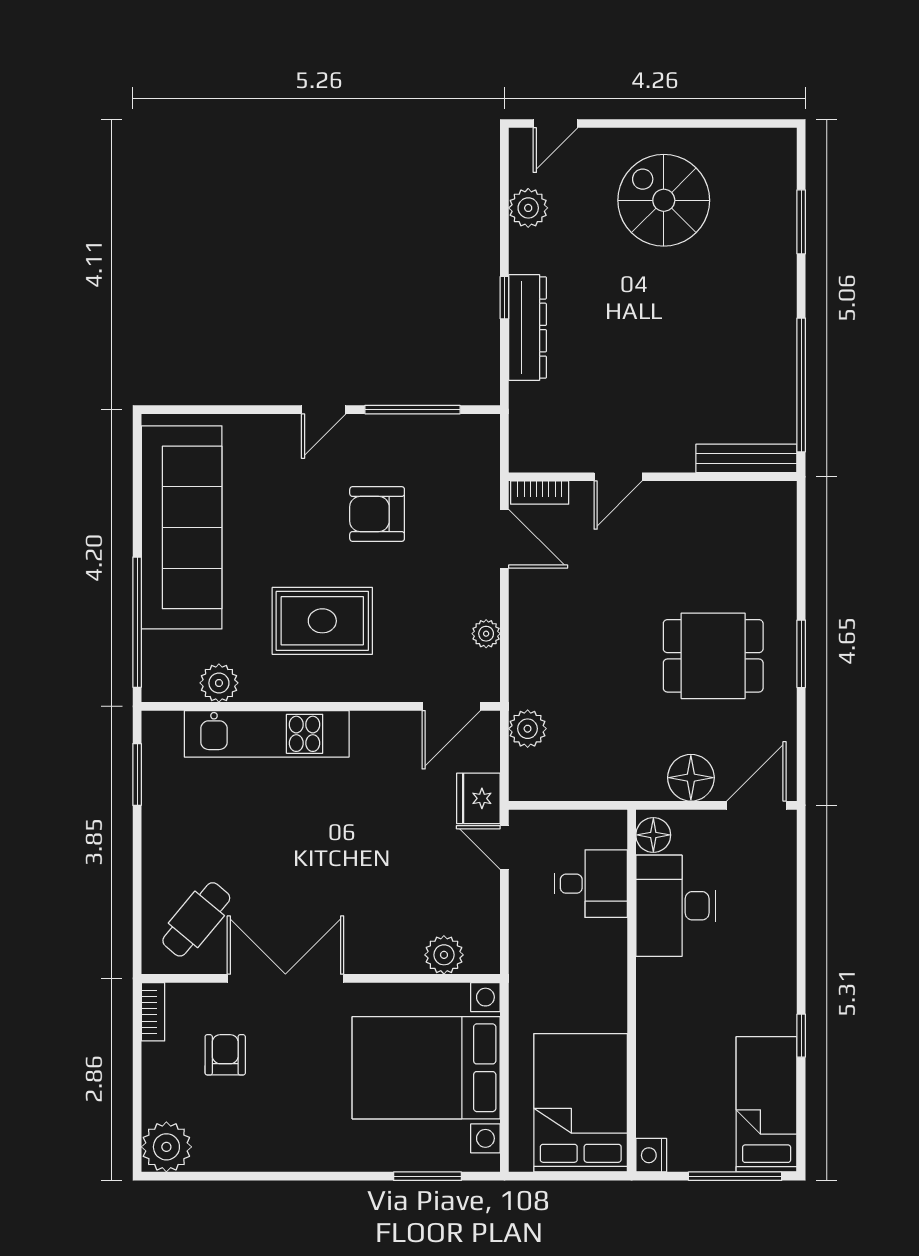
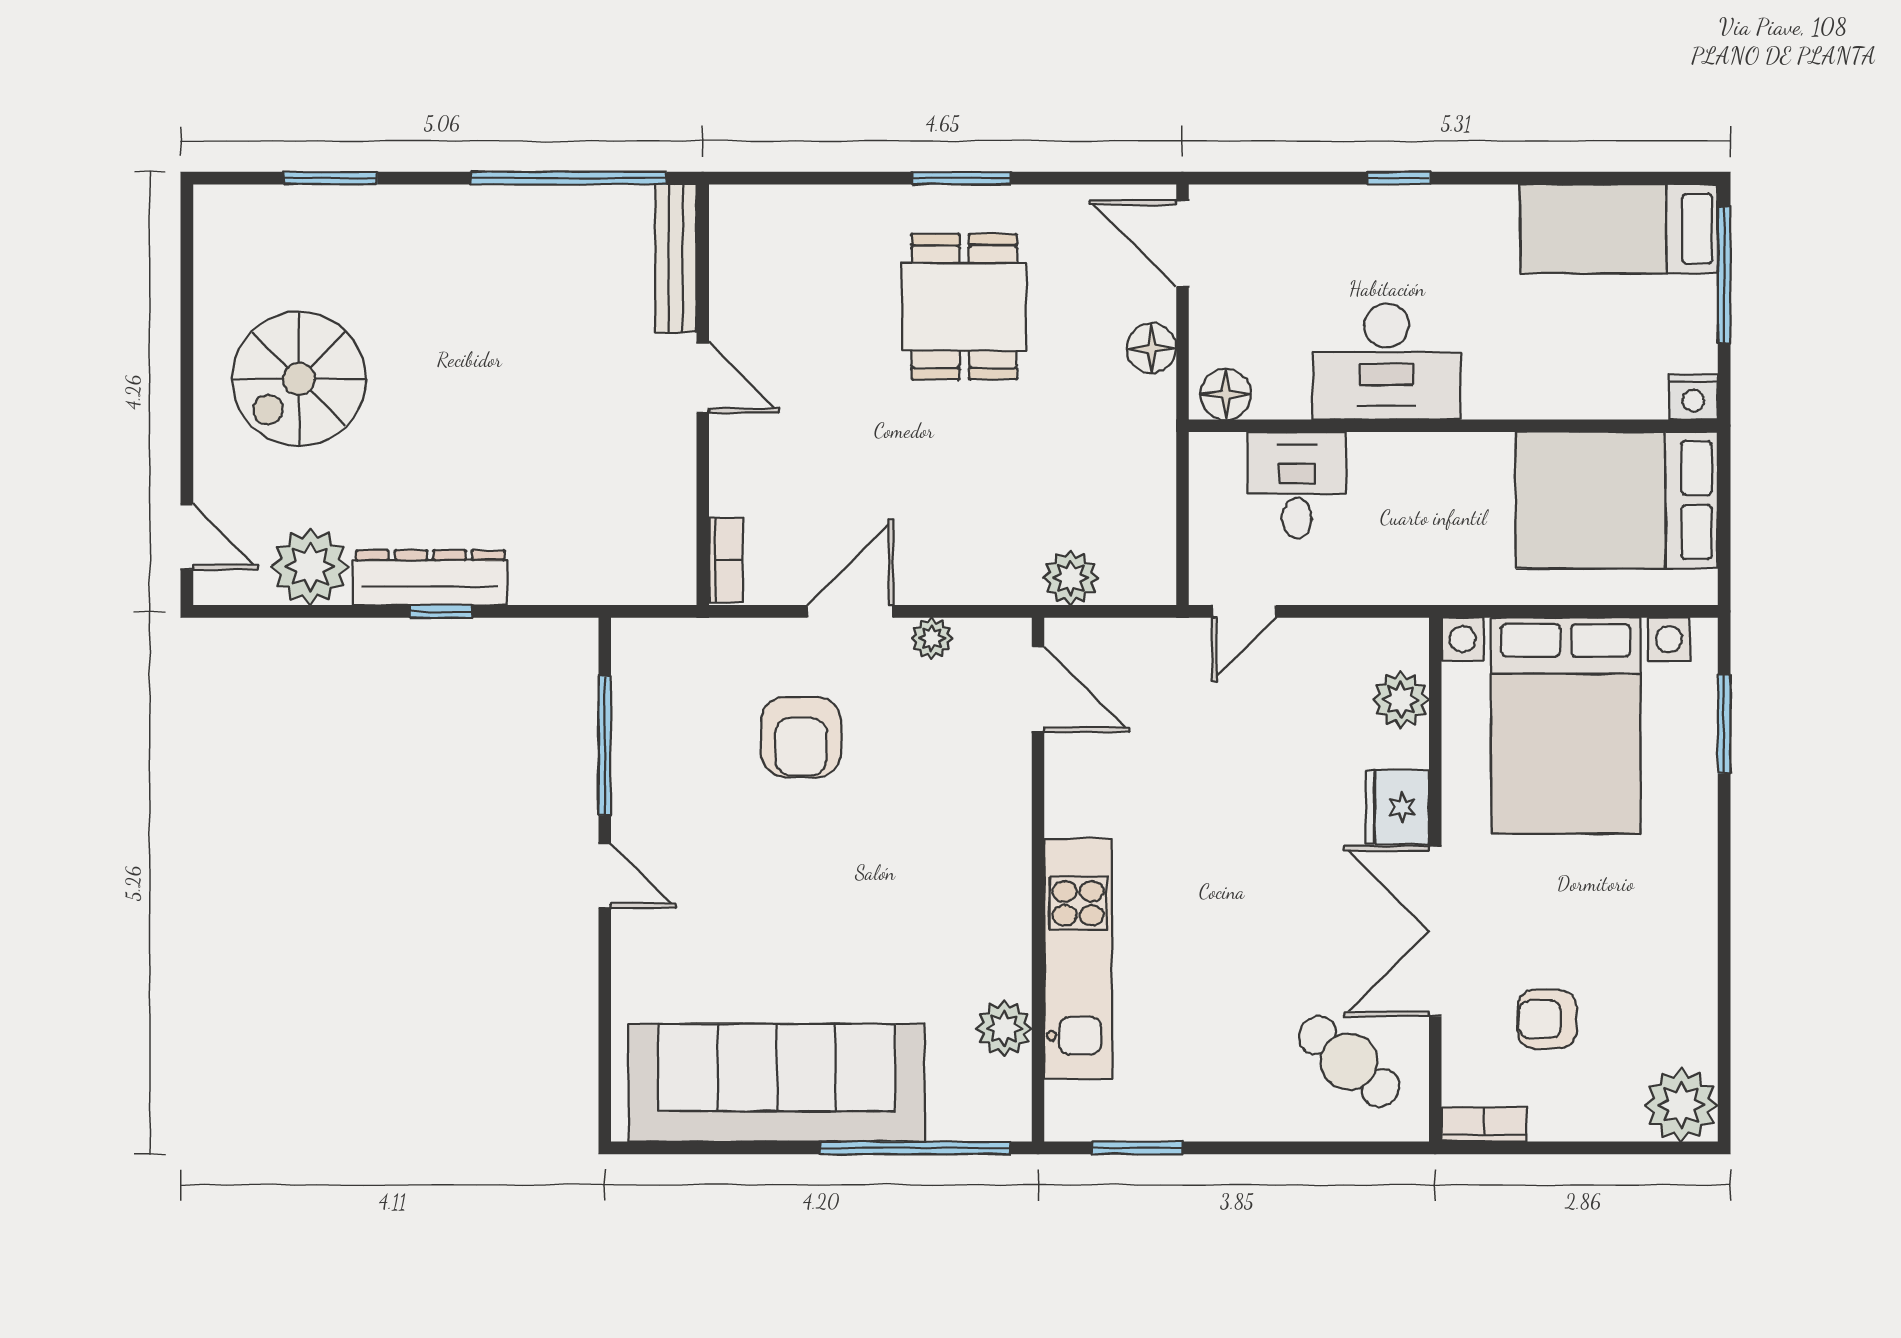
plant: (528, 208) -> (310, 566), width x1.36, depth x1.36
dresser: (528, 328) -> (430, 578), moved
door: (618, 477) -> (703, 378), moved
armchair: (377, 514) -> (801, 737), moved
door: (504, 539) -> (850, 611), moved
rug: (322, 621) -> (913, 877), removed
floor lamp: (691, 778) -> (1151, 348), width x0.73, depth x0.73
fridge: (478, 798) -> (1397, 807), moved, turned 90
desk: (676, 906) -> (1386, 361), moved
window: (801, 1036) -> (1399, 178), moved

